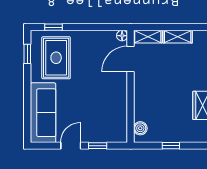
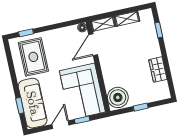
window: (27, 54) -> (20, 106), moved
corner sofa: (105, 112) -> (82, 91), added
boiler: (140, 128) -> (118, 97), width x1.86, depth x1.86

